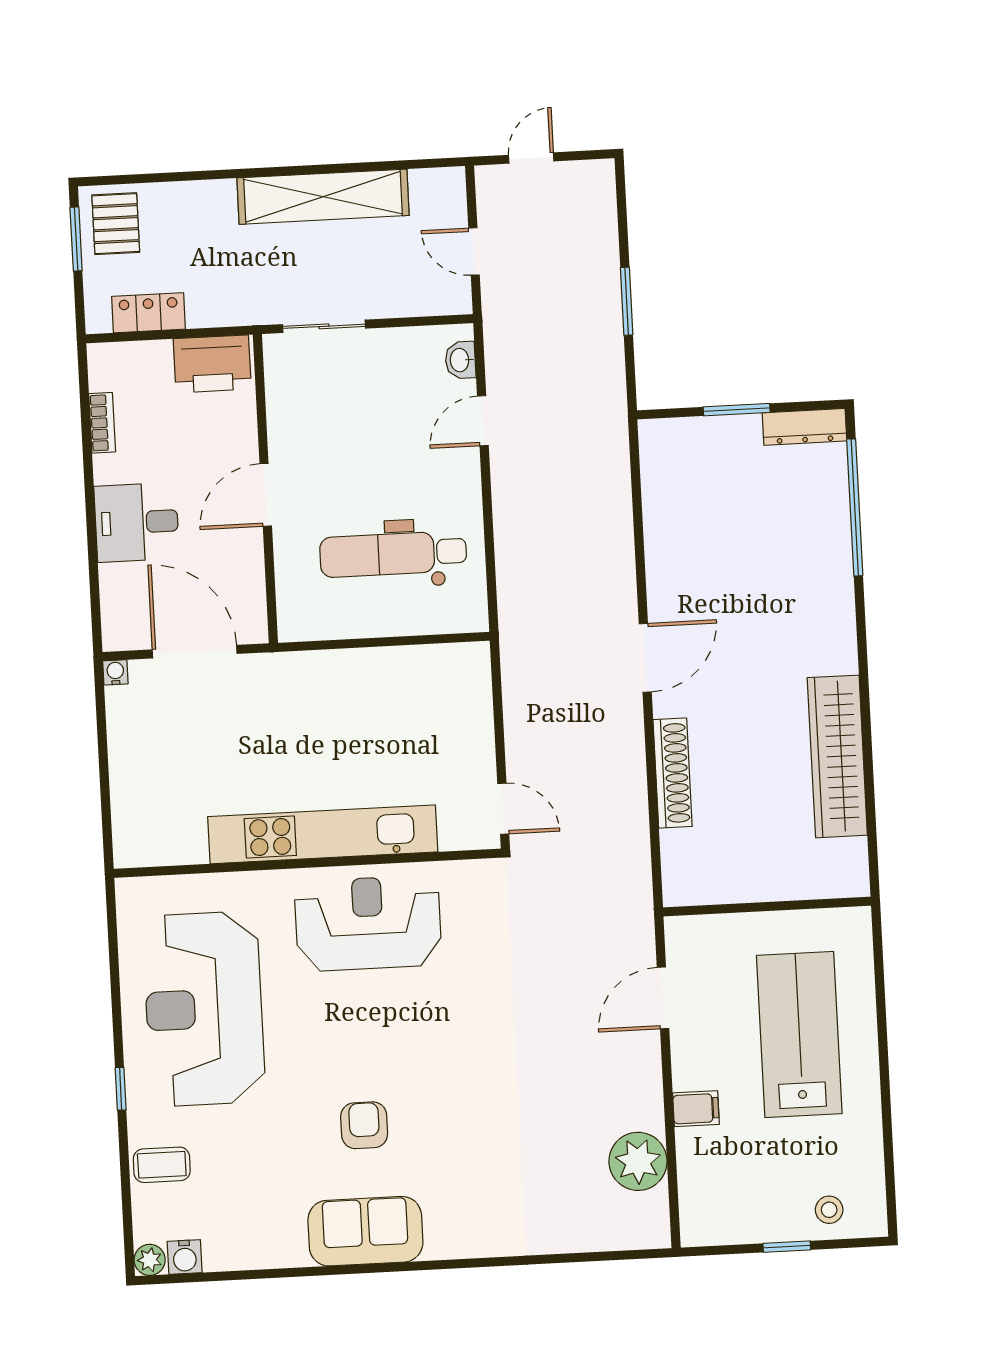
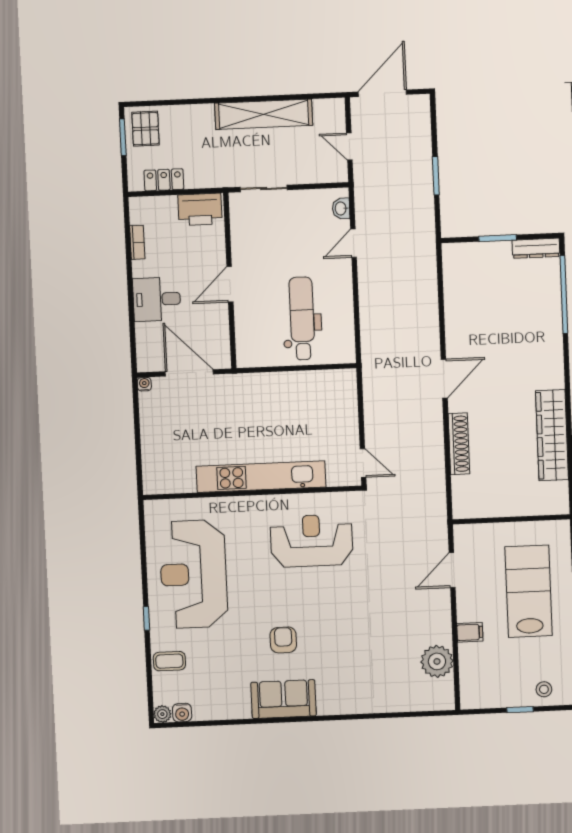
door: (531, 158) -> (382, 93), width x1.88
dental chair: (393, 554) -> (302, 318), turned 90
reception desk: (368, 923) -> (312, 541), moved

